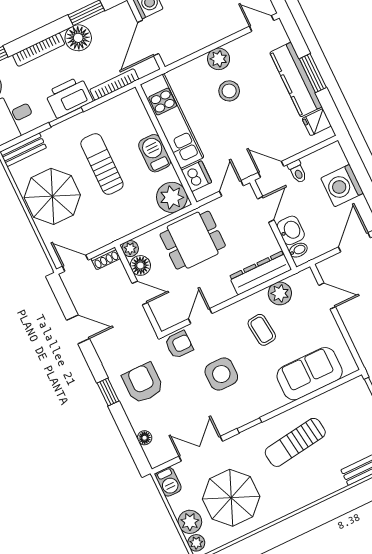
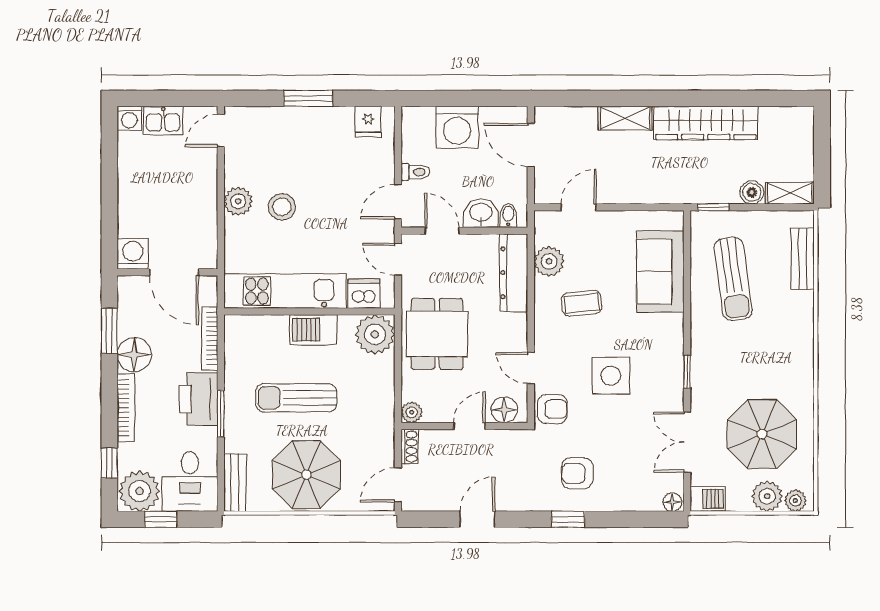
kitchen counter: (296, 80) -> (306, 122), removed
floor lamp: (140, 265) -> (504, 410), moved
armchair: (179, 345) -> (552, 409), turned 90
armchair: (143, 383) -> (577, 473), width x0.72, depth x0.72
floor lamp: (145, 438) -> (672, 502), moved
sun lounger: (295, 442) -> (733, 279), moved

